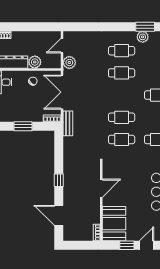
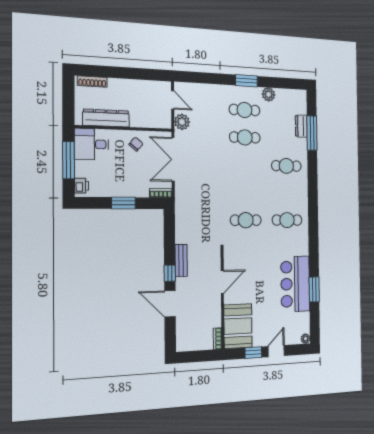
window: (145, 27) -> (246, 81), moved
door: (62, 46) -> (173, 100), swing flipped
plant: (35, 62) -> (138, 119), removed
cafe table: (122, 117) -> (245, 193), removed
bench: (68, 123) -> (181, 260), moved
door: (59, 215) -> (170, 304), moved

